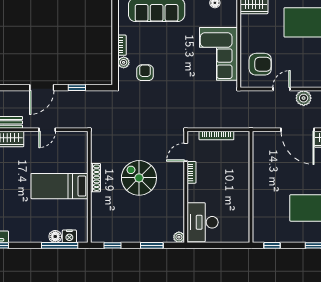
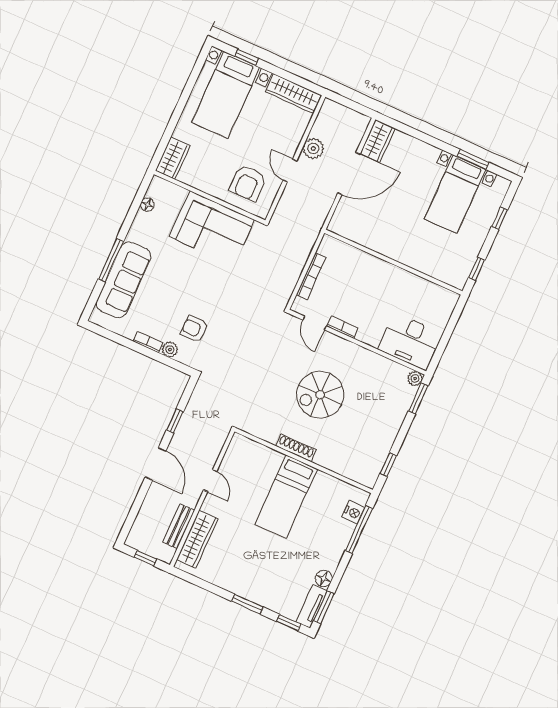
armchair: (260, 64) -> (248, 183), turned 180
floor lamp: (55, 236) -> (324, 578), moved
window: (152, 245) -> (418, 398), moved

